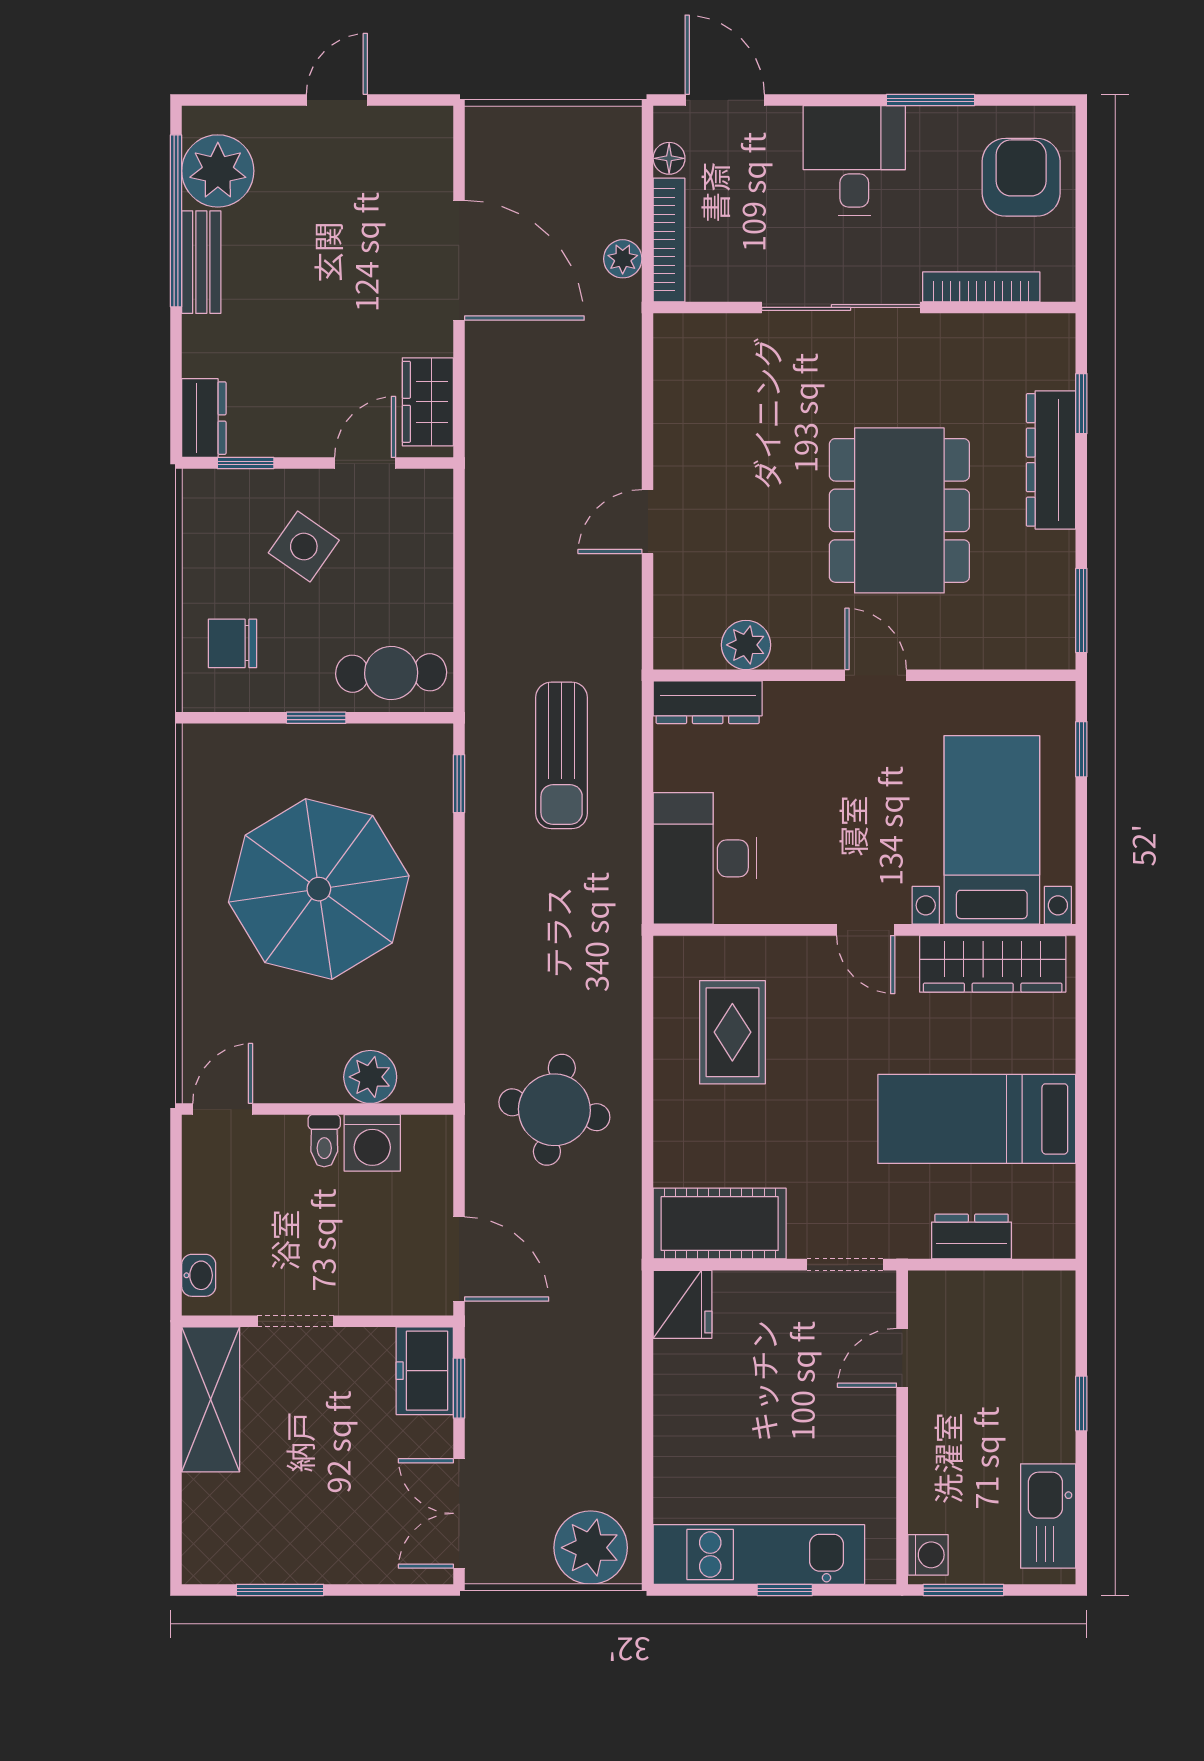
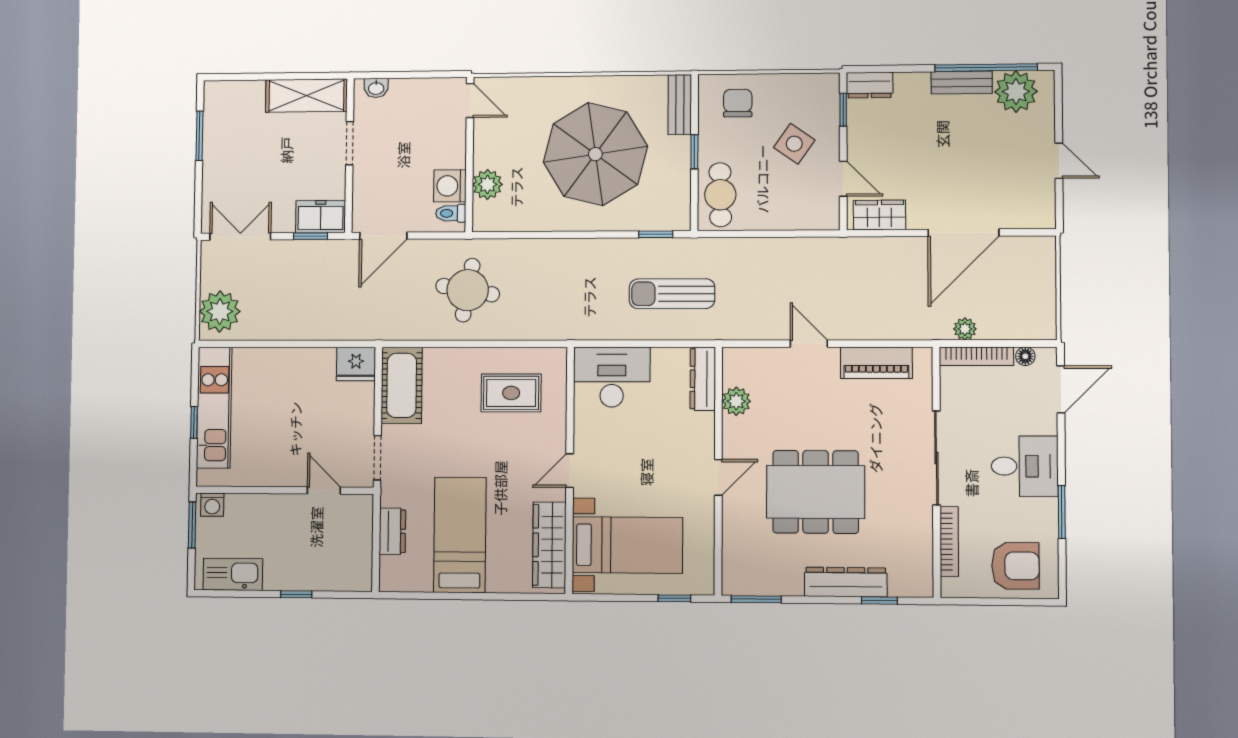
piano: (680, 408) -> (876, 363), added
bench: (234, 743) -> (680, 105), added
toilet: (324, 1141) -> (451, 213), moved

